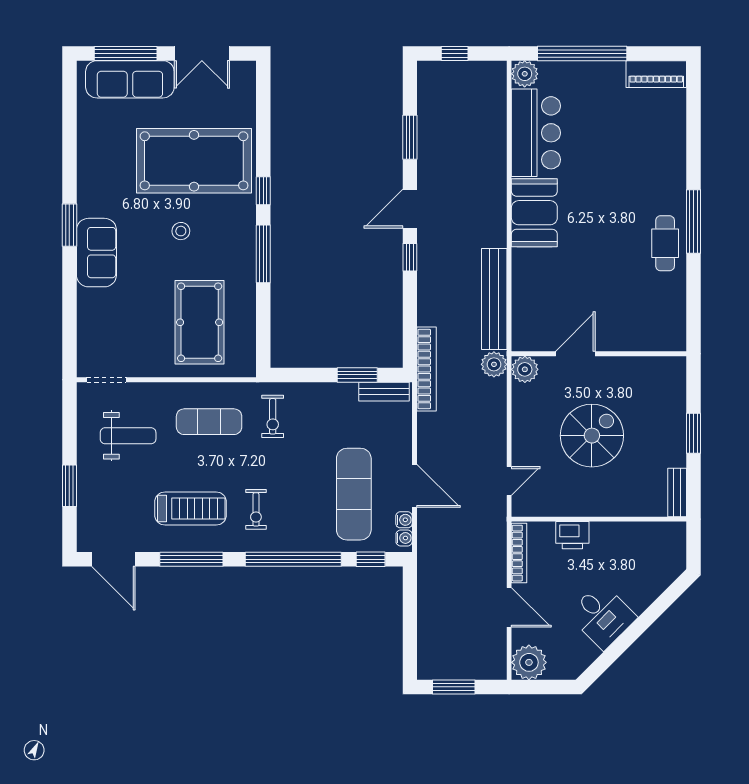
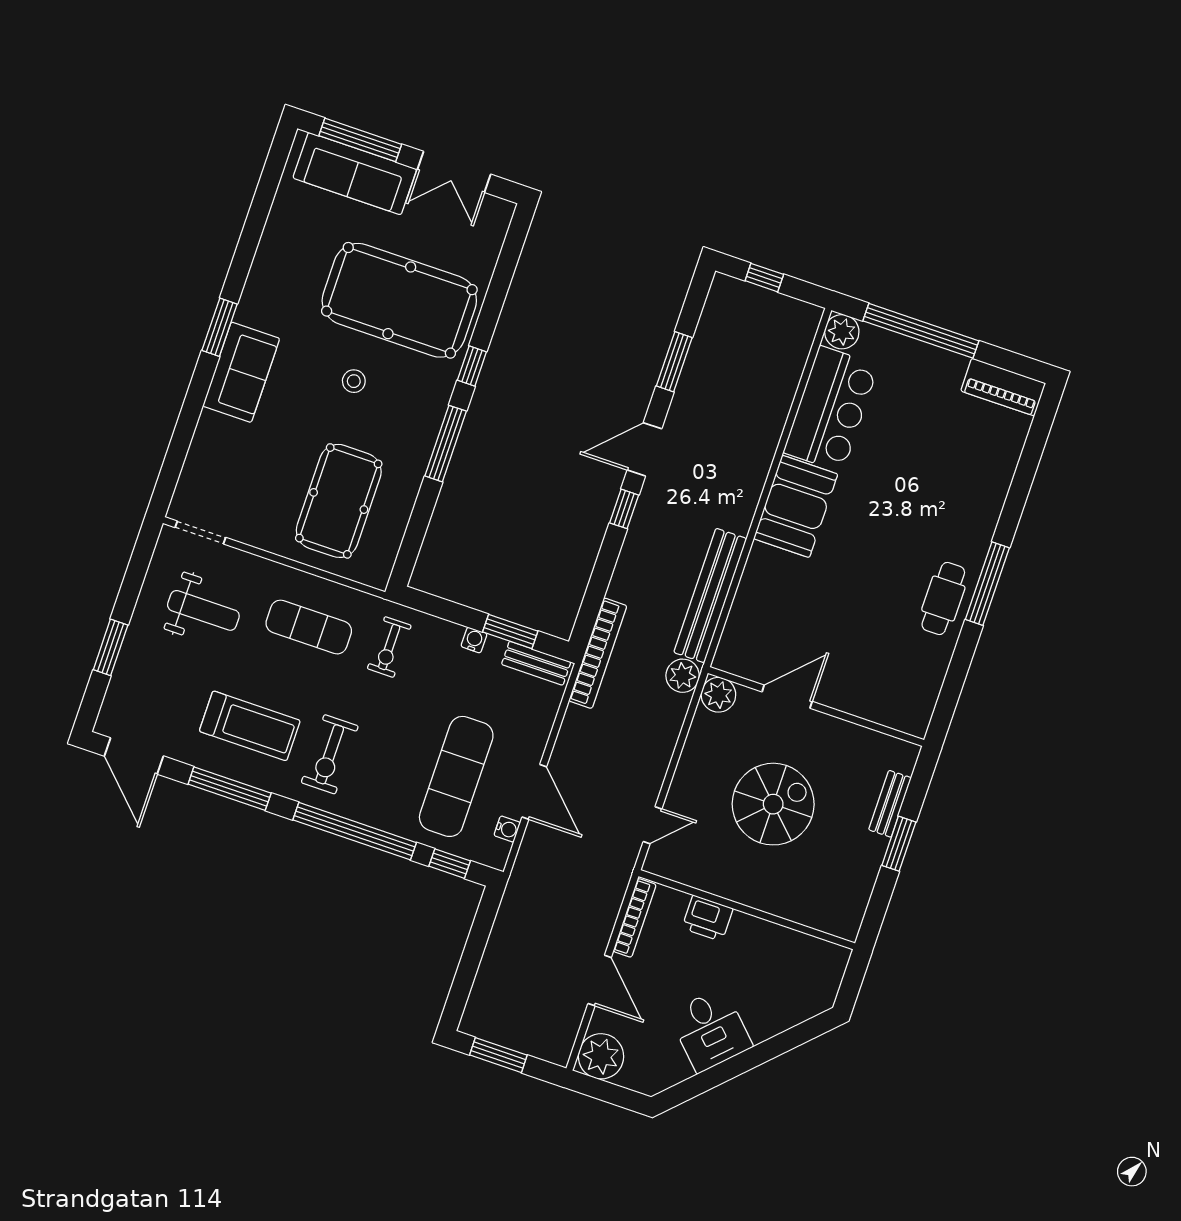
bench: (677, 492) -> (890, 804), moved
exercise bike: (256, 509) -> (330, 754), width x1.38, depth x1.39
water cooler: (404, 538) -> (474, 640), moved, turned -90

